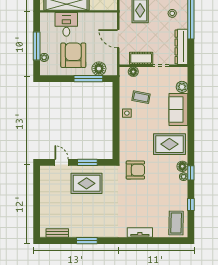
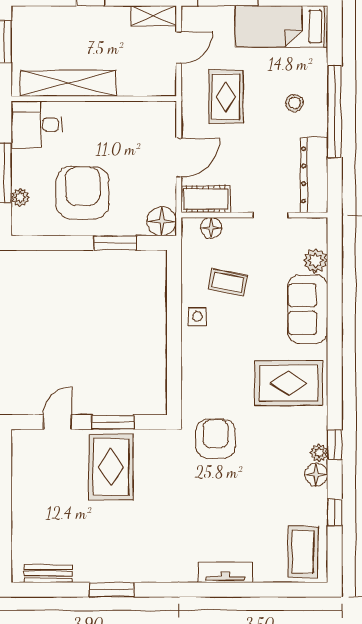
desk: (66, 24) -> (37, 125), moved, turned -90
door: (118, 39) -> (179, 157), swing flipped
cot: (141, 58) -> (206, 199), moved
floor lamp: (99, 69) -> (162, 221), moved
window: (88, 79) -> (115, 243), width x0.69
door: (62, 162) -> (58, 422), hinge flipped
floor lamp: (182, 166) -> (316, 475), moved
armchair: (135, 170) -> (216, 439), turned -90
rug: (87, 183) -> (111, 467), turned 90

